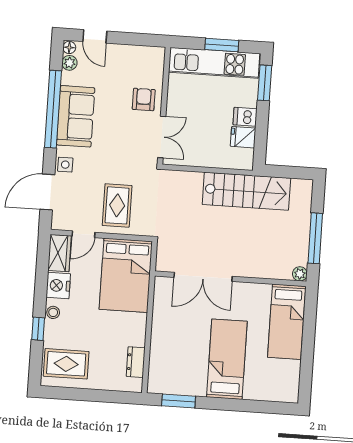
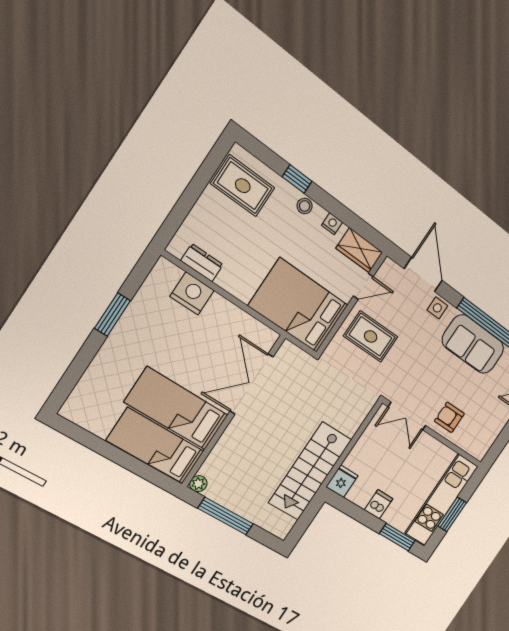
armchair: (144, 99) -> (449, 417), turned 180
fridge: (243, 137) -> (342, 481), moved
door: (84, 234) -> (363, 286), swing flipped
nightstand: (58, 285) -> (332, 224), width x0.53, depth x0.56
nightstand: (161, 357) -> (192, 293), added
bed: (227, 359) -> (177, 409), moved, turned 180
rug: (66, 364) -> (243, 186), turned 90
window: (179, 401) -> (112, 315), moved

